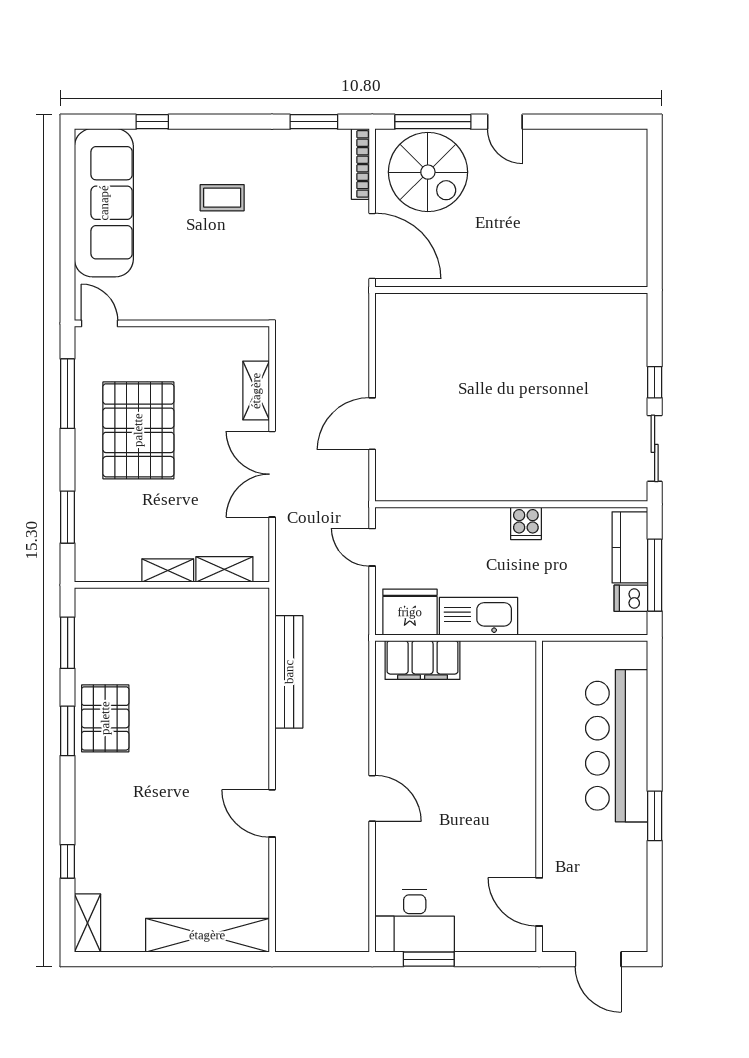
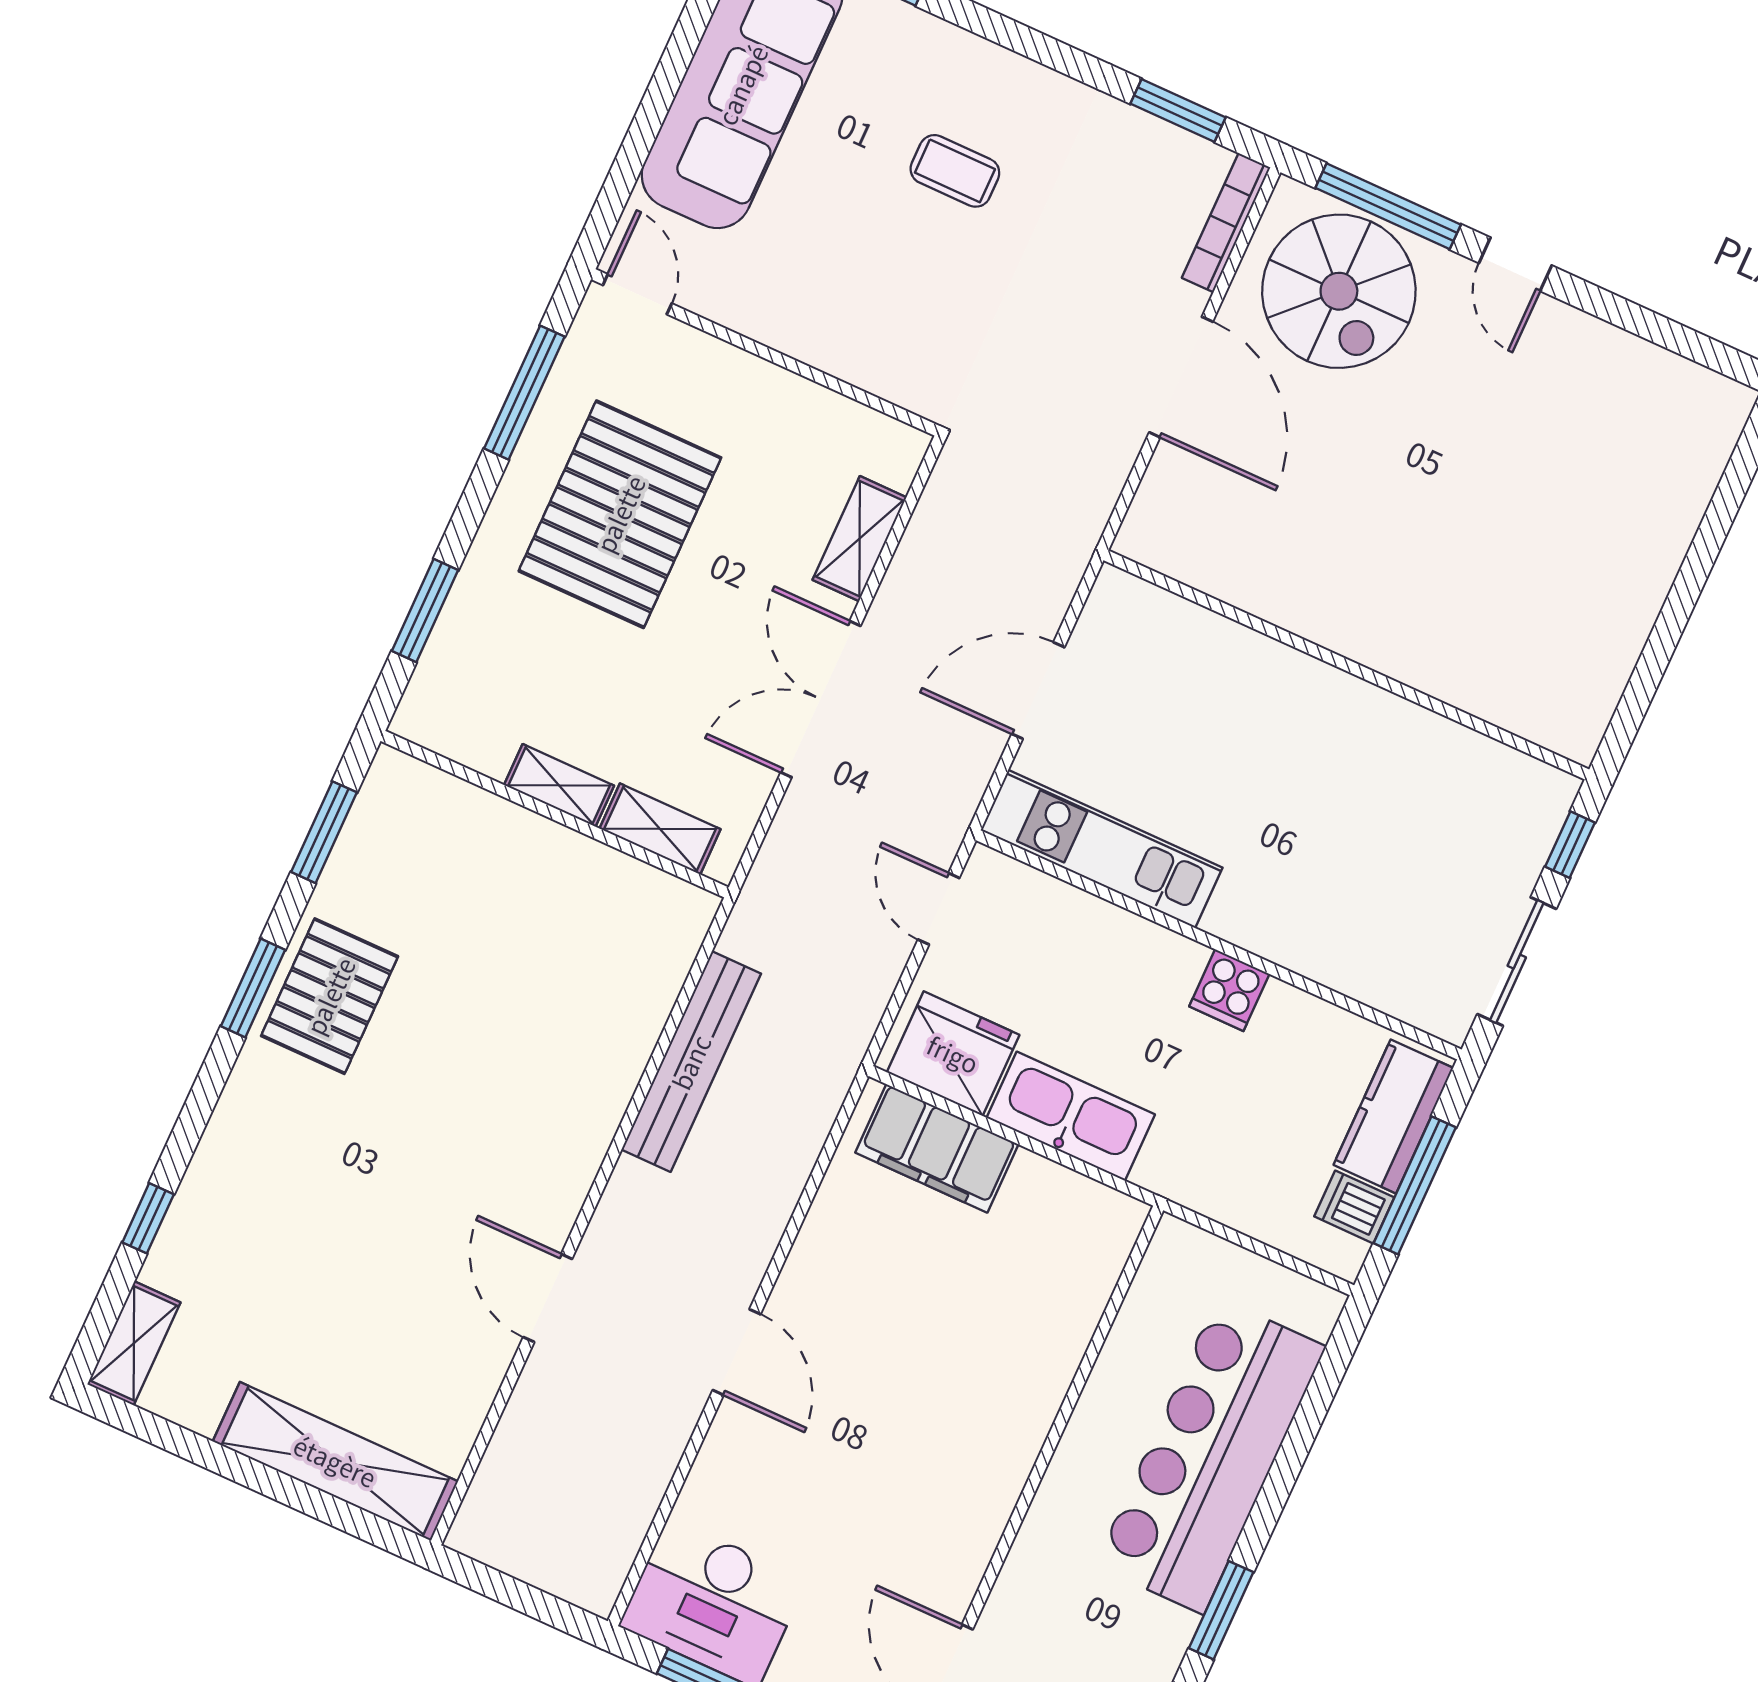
wall: (511, 290) -> (1346, 665), moved
kitchen unit: (436, 484) -> (1102, 849), added

